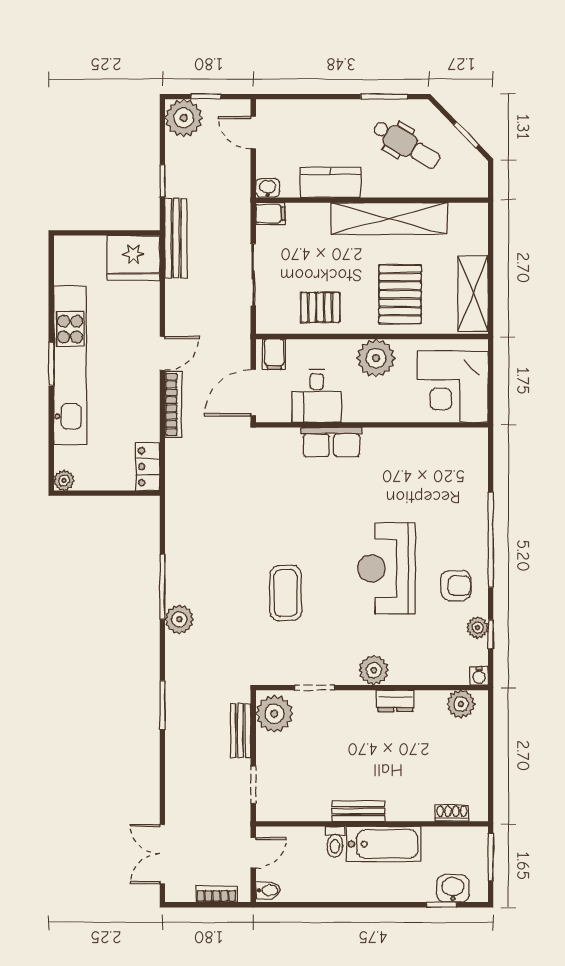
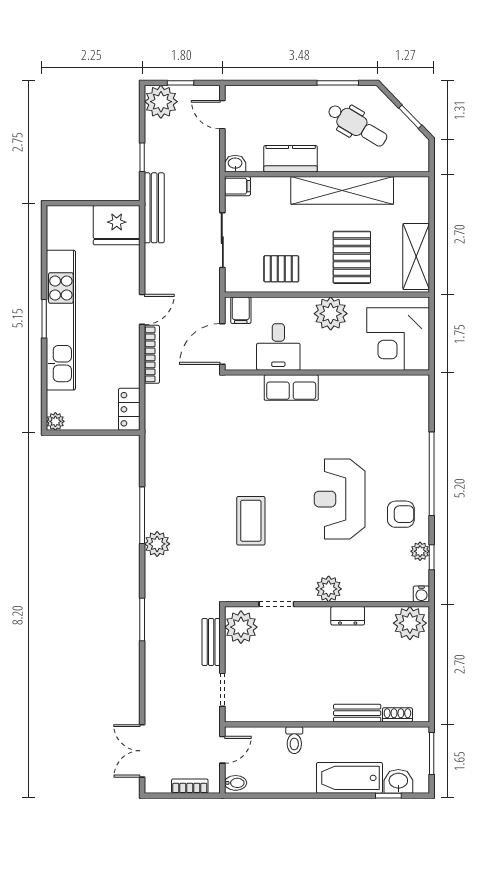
plant: (461, 704) -> (410, 623), width x1.36, depth x1.36
bench: (358, 811) -> (357, 713), moved
bathtub: (384, 844) -> (349, 778), moved, turned 180

